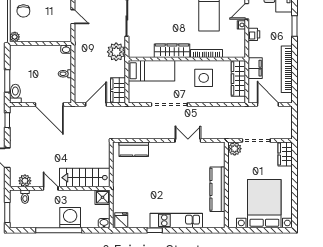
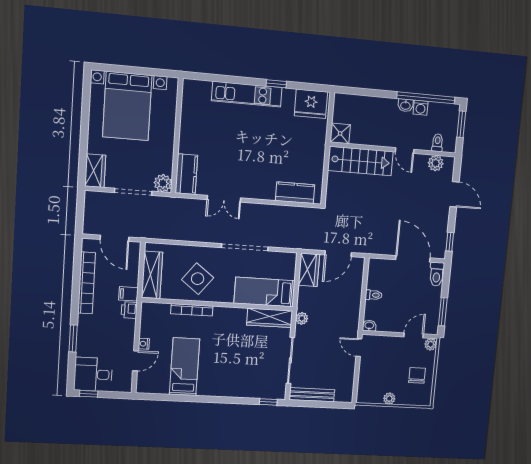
door: (73, 17) -> (359, 348), moved
printer: (254, 34) -> (129, 310), moved
door: (29, 43) -> (414, 335), added
wardrobe: (172, 51) -> (270, 318), moved
plant: (116, 52) -> (302, 318), width x0.53, depth x0.53
filing cabinet: (255, 68) -> (128, 294), width x0.50
side table: (204, 78) -> (198, 279), turned 38
window: (7, 81) -> (443, 312), moved
door: (49, 105) -> (413, 259), moved
kitchen counter: (217, 189) -> (186, 174), moved, width x0.67
washing machine: (70, 218) -> (421, 108), moved, width x0.53, depth x0.53
fridge: (121, 220) -> (311, 104), width x1.88, depth x1.34
washbasin: (104, 223) -> (405, 105), moved
window: (59, 230) -> (426, 98), moved

